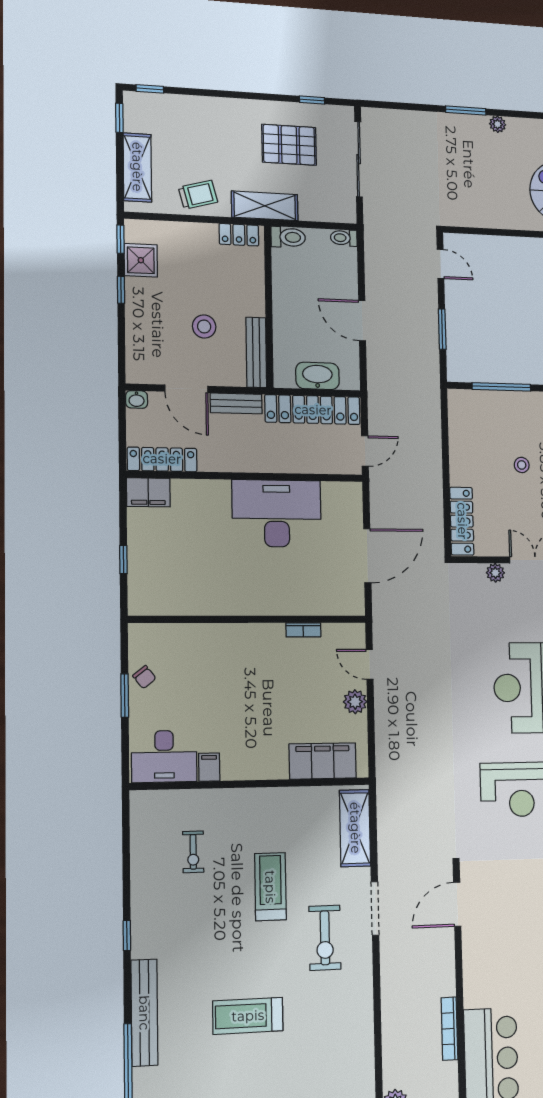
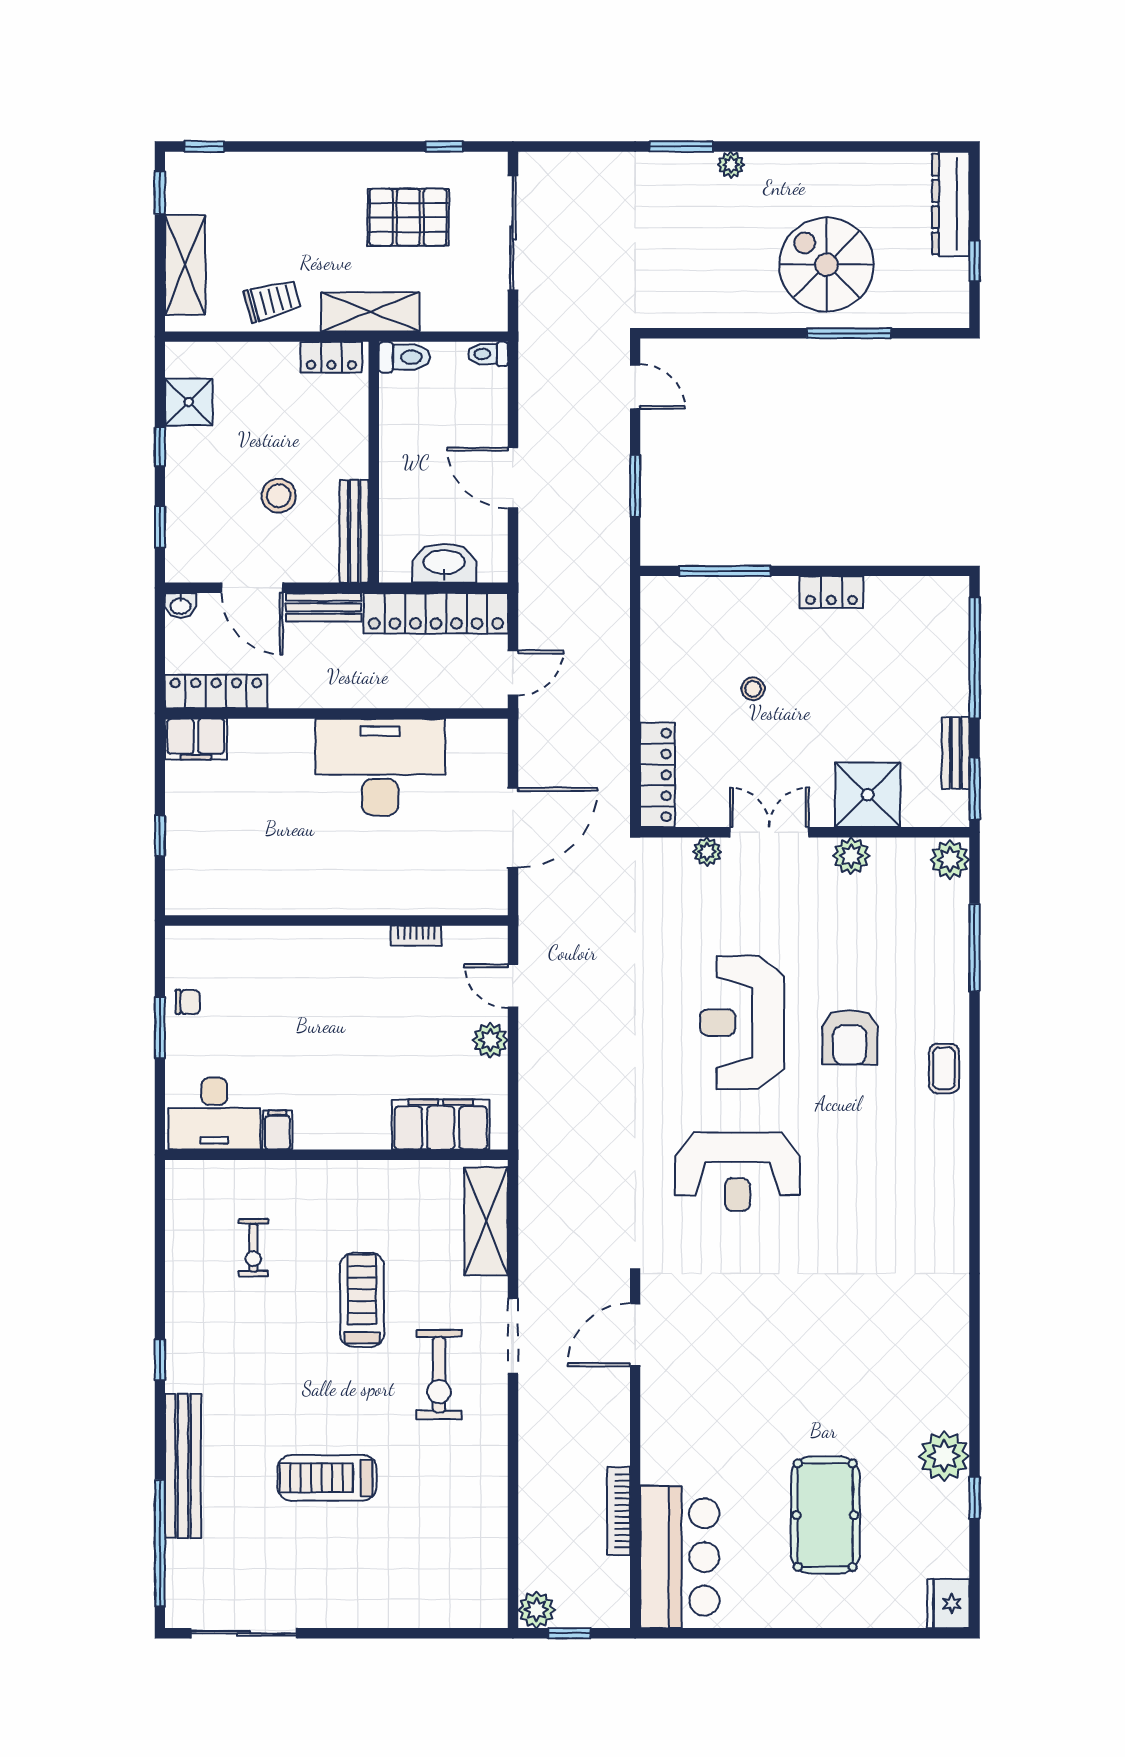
window: (121, 239) -> (160, 527), moved
chair: (144, 677) -> (188, 1002), turned -52

